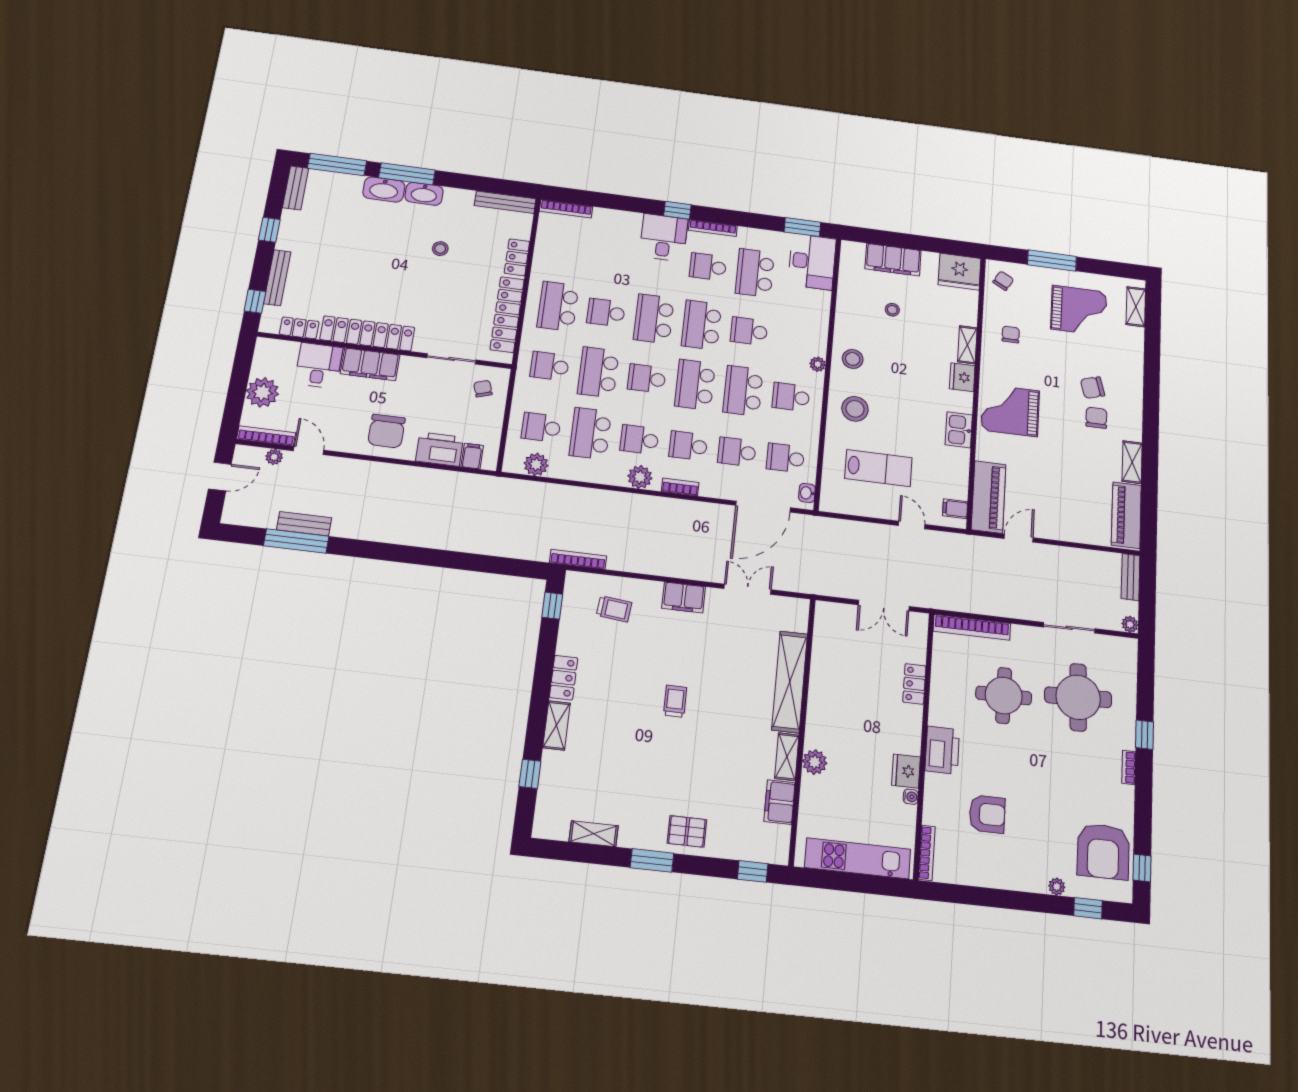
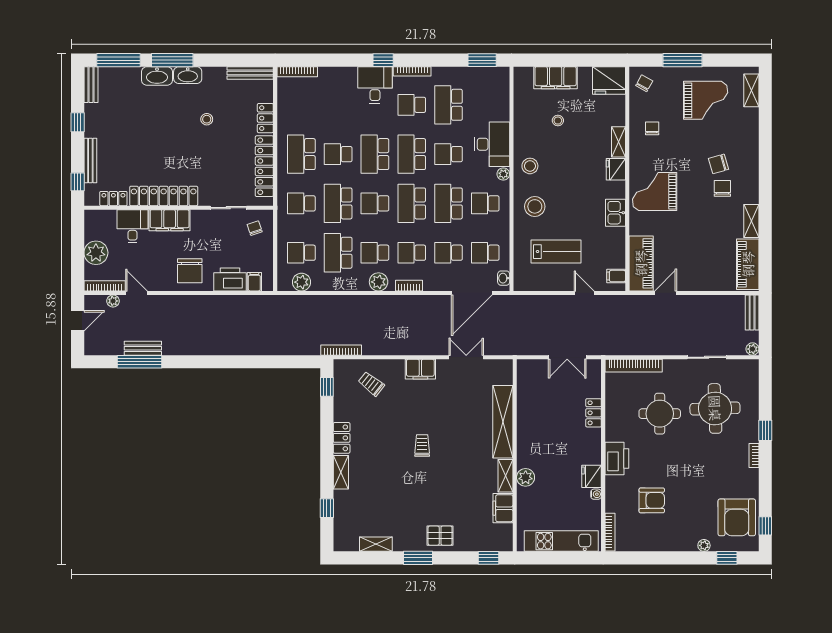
desk: (812, 262) -> (492, 144), moved
trolley: (614, 609) -> (371, 384), turned -148

